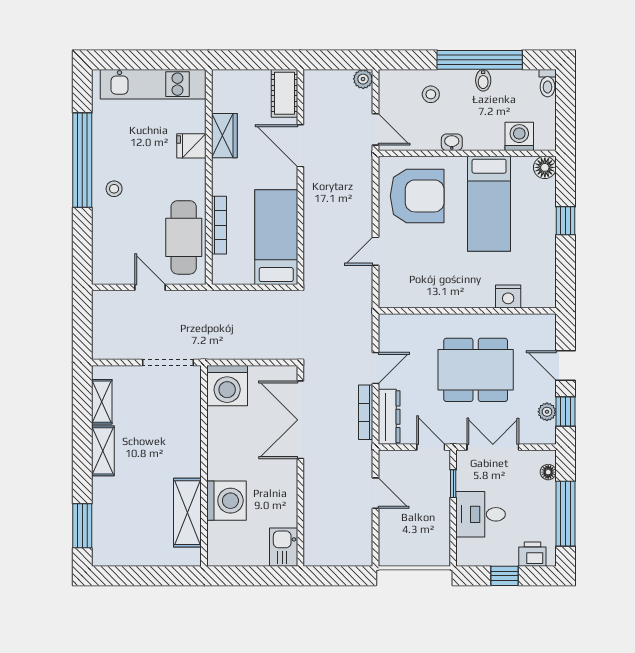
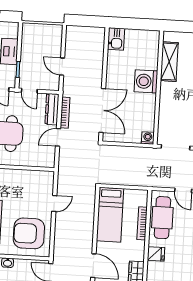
fridge: (191, 146) -> (156, 254), moved
washing machine: (227, 386) -> (148, 138), width x0.53, depth x0.53
washing machine: (227, 501) -> (146, 81), moved

